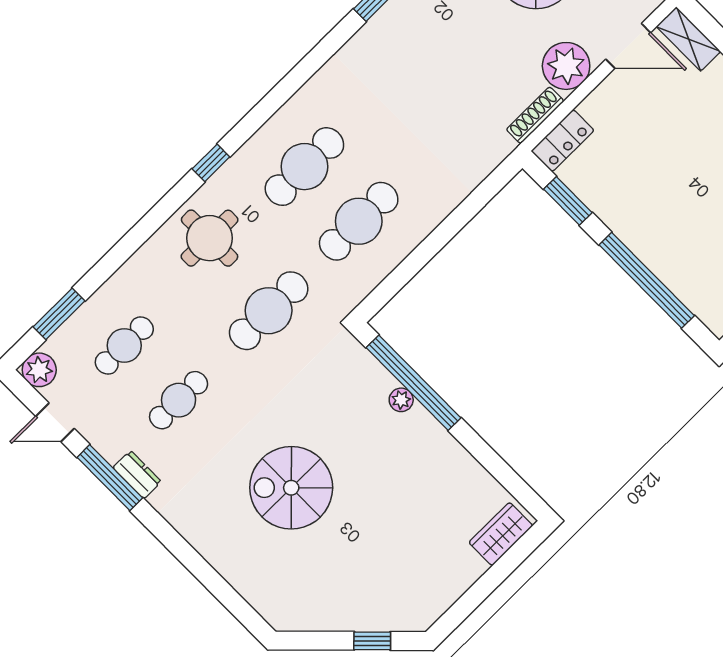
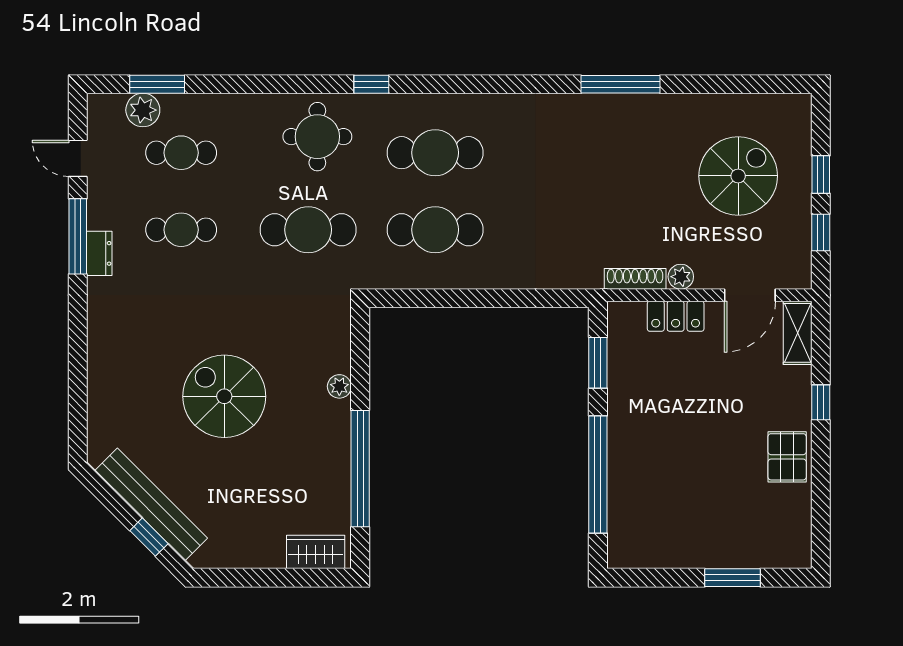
door: (628, 46) -> (750, 295), hinge flipped
plant: (566, 66) -> (681, 277), width x0.53, depth x0.53
locker: (563, 141) -> (676, 316), moved
plant: (39, 370) -> (143, 110), moved
window: (413, 383) -> (360, 469), moved
spiral stairs: (291, 488) -> (224, 396), moved
bench: (351, 616) -> (151, 504), added

